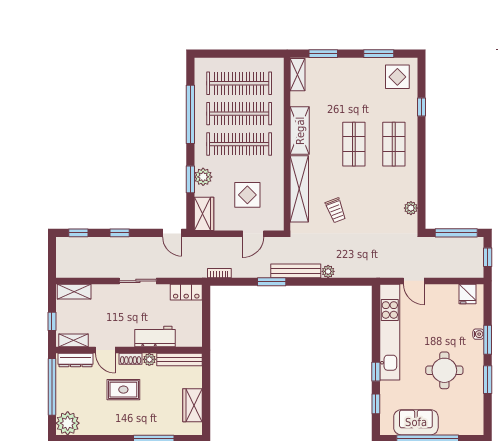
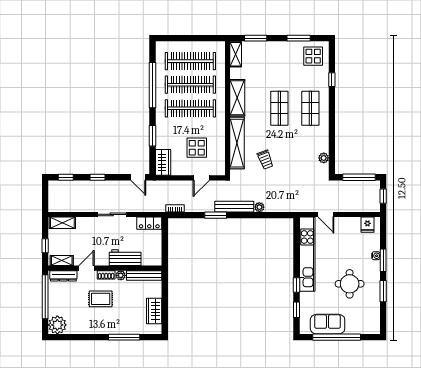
plant: (203, 177) -> (162, 134), removed
door: (105, 350) -> (86, 268), swing flipped

